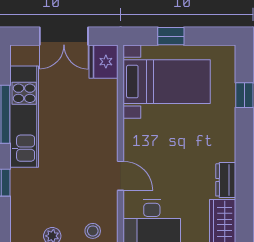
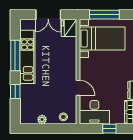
window: (171, 36) -> (104, 15), width x2.17

